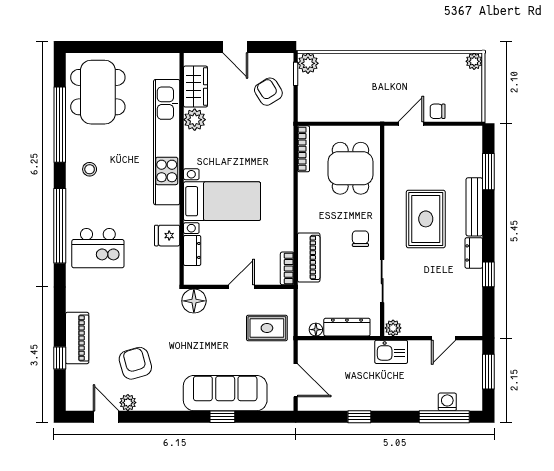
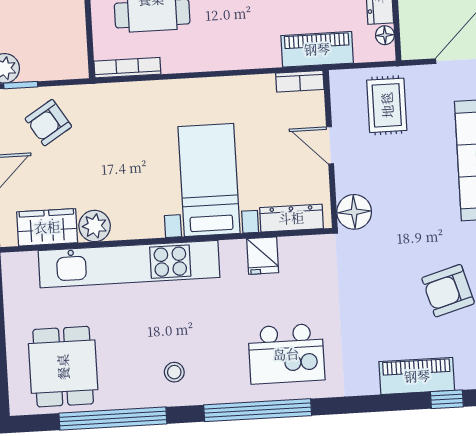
dining table: (98, 92) -> (63, 367), width x0.73
kitchen island: (98, 248) -> (286, 354), turned 90
dresser: (192, 250) -> (291, 218), width x1.44
piano: (309, 257) -> (317, 49), moved

